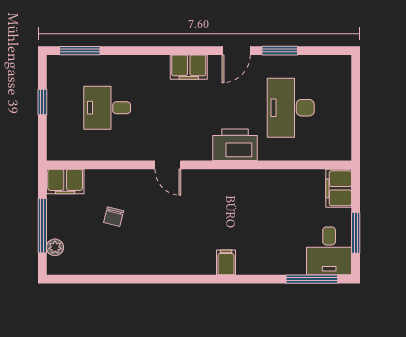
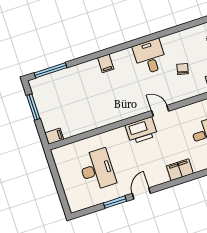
filing cabinet: (189, 67) -> (180, 170), moved
printer: (235, 145) -> (141, 130), moved
filing cabinet: (339, 188) -> (54, 136), width x0.50
desk: (329, 251) -> (150, 57), moved

